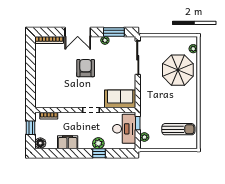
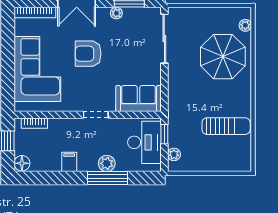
armchair: (86, 68) -> (88, 54), turned -90
corner sofa: (51, 79) -> (37, 69), added
sun lounger: (178, 129) -> (226, 126), moved
filing cabinet: (68, 142) -> (69, 162), width x0.50
window: (99, 153) -> (108, 178), width x2.17

